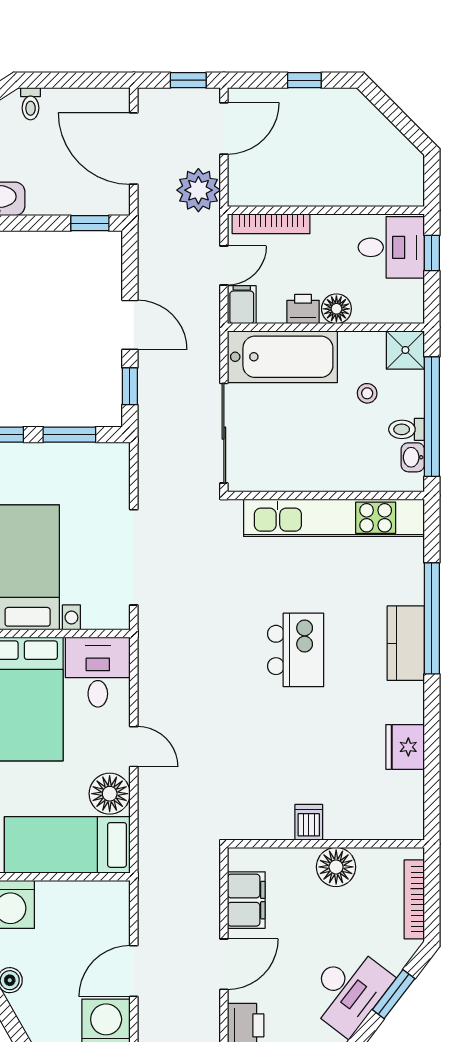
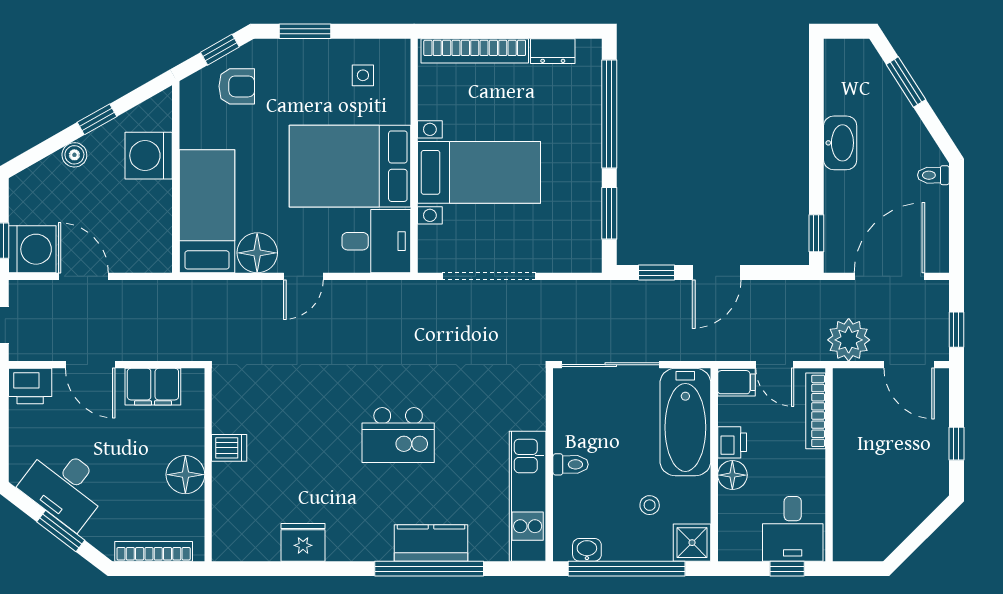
toilet: (407, 429) -> (571, 464), moved, turned 90
kitchen unit: (334, 518) -> (528, 496), width x0.73
kitchen counter: (406, 643) -> (431, 543), moved

